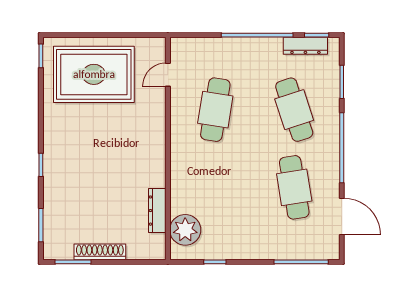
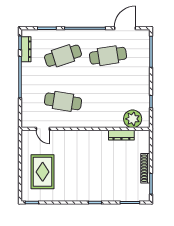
rug: (94, 74) -> (43, 172), width x0.73, depth x0.69

